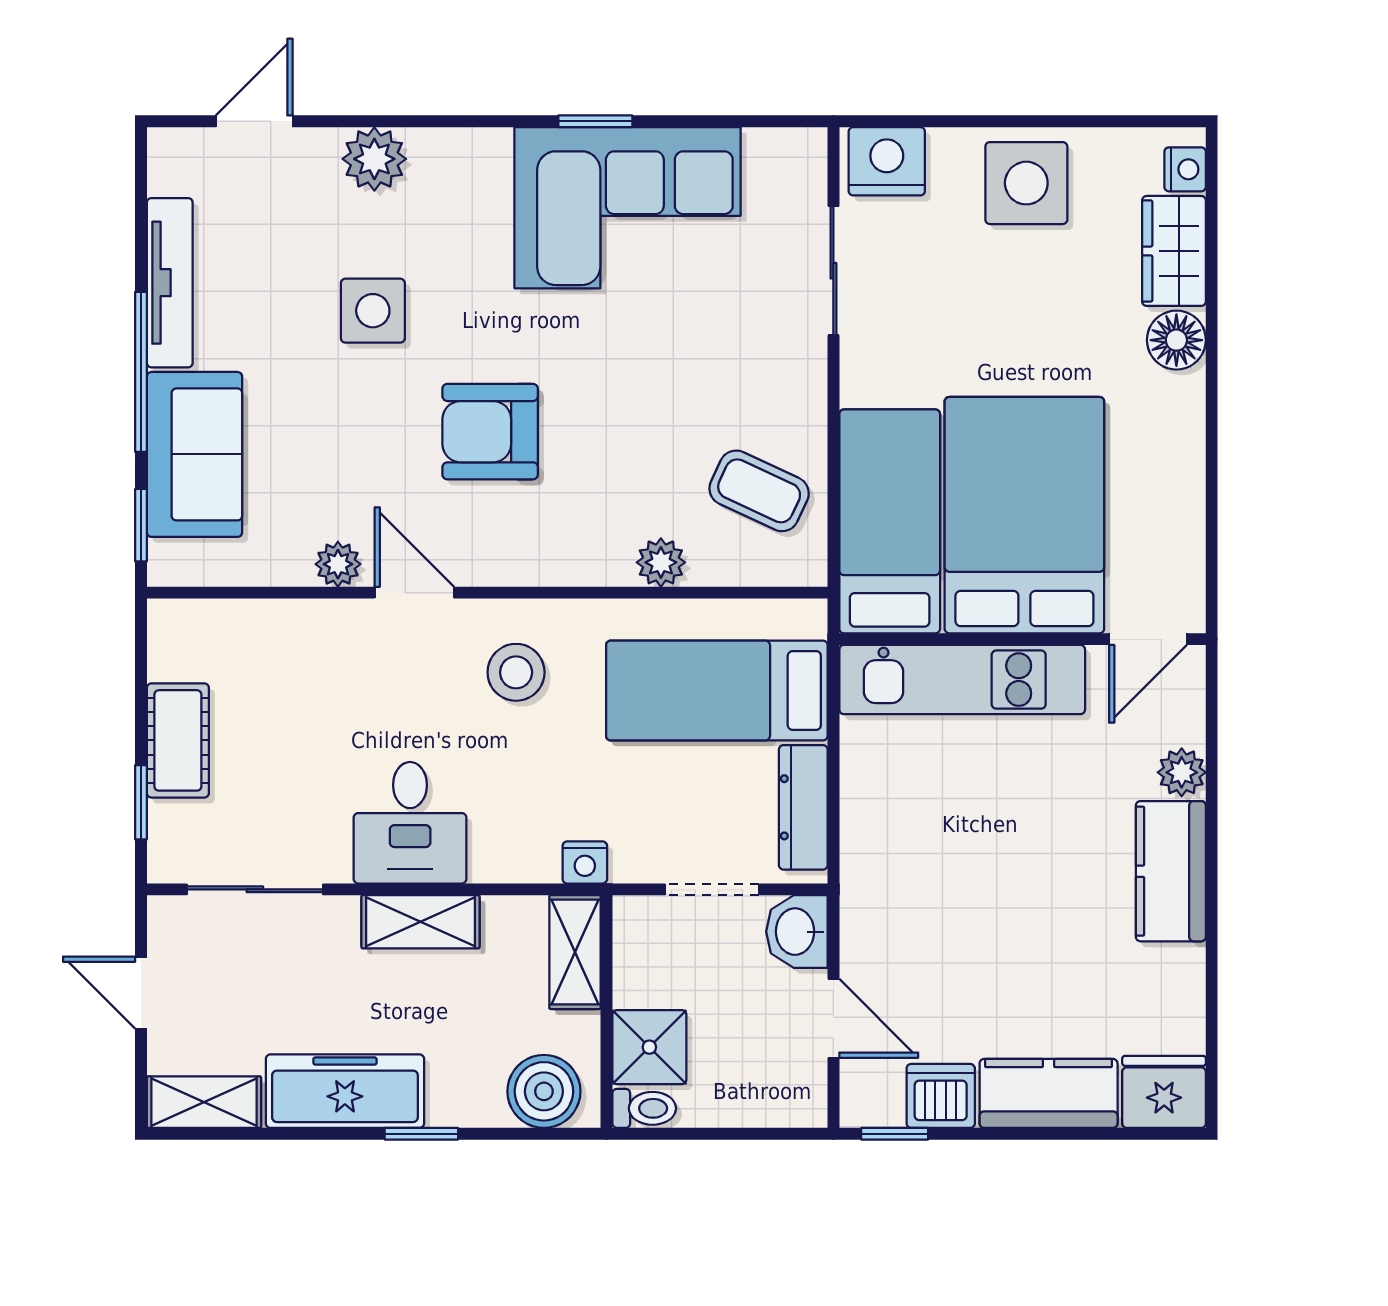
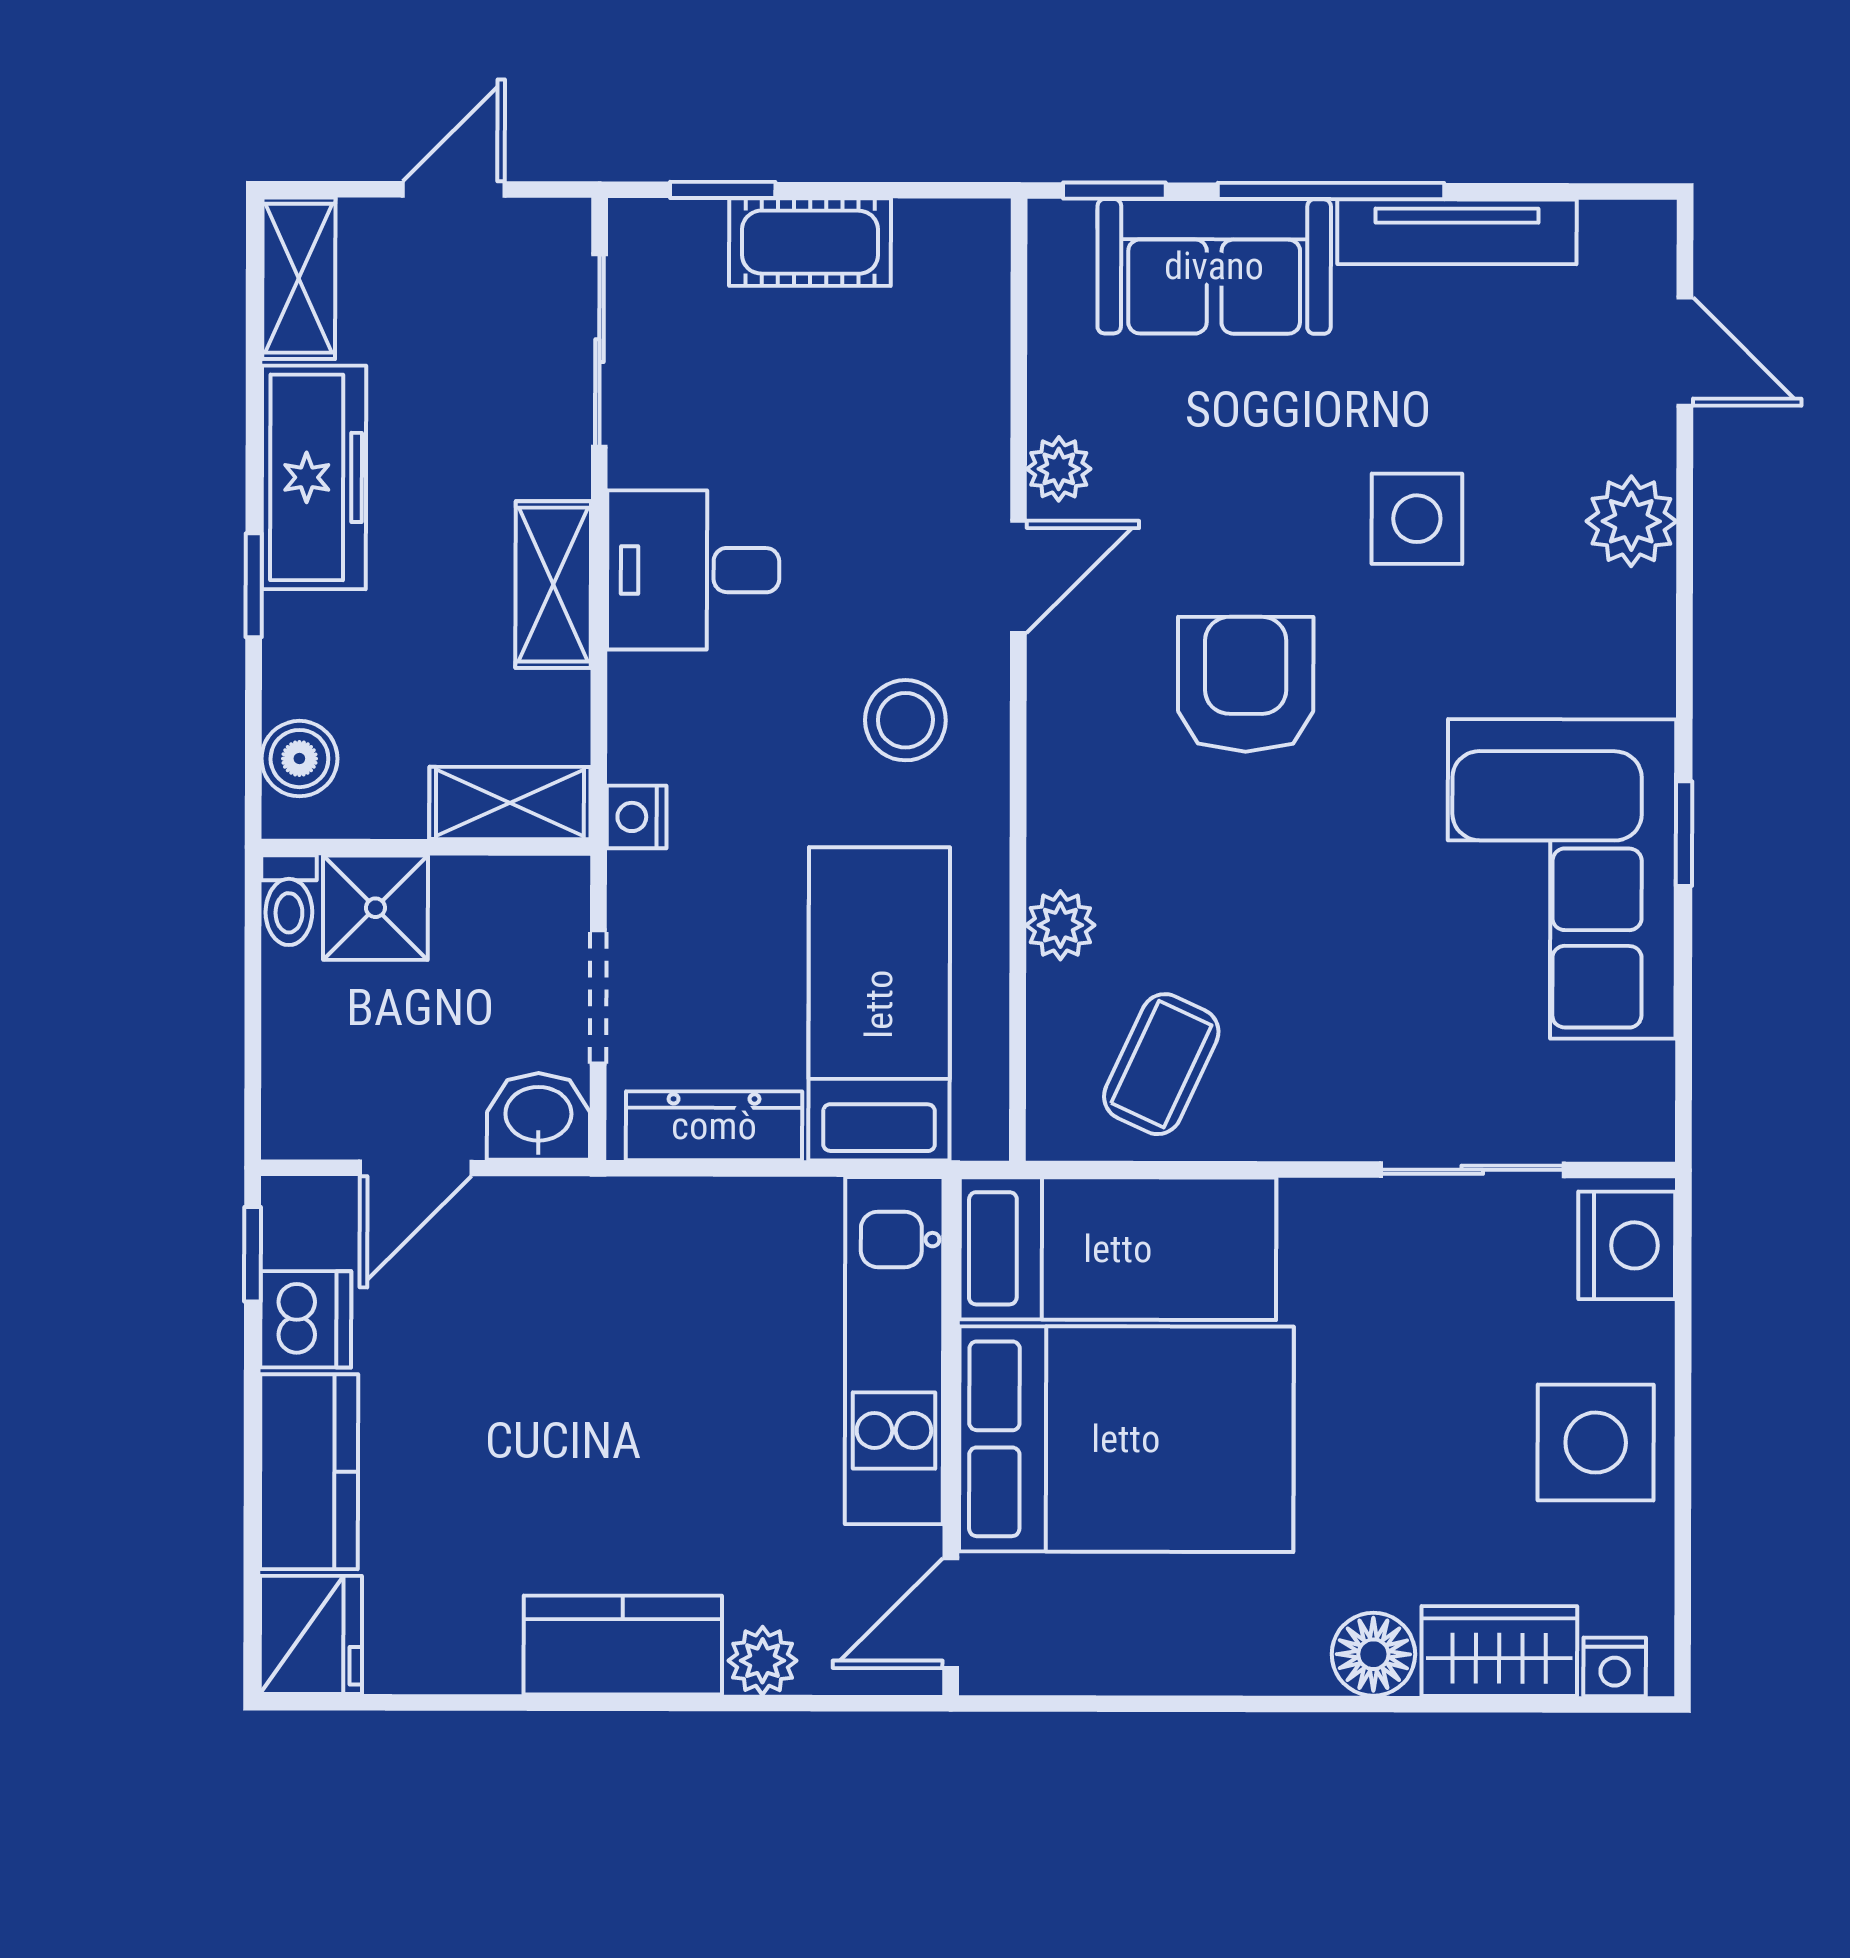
door: (1148, 639) -> (951, 1613), hinge flipped
boiler: (544, 1091) -> (299, 759), width x0.73, depth x0.73

